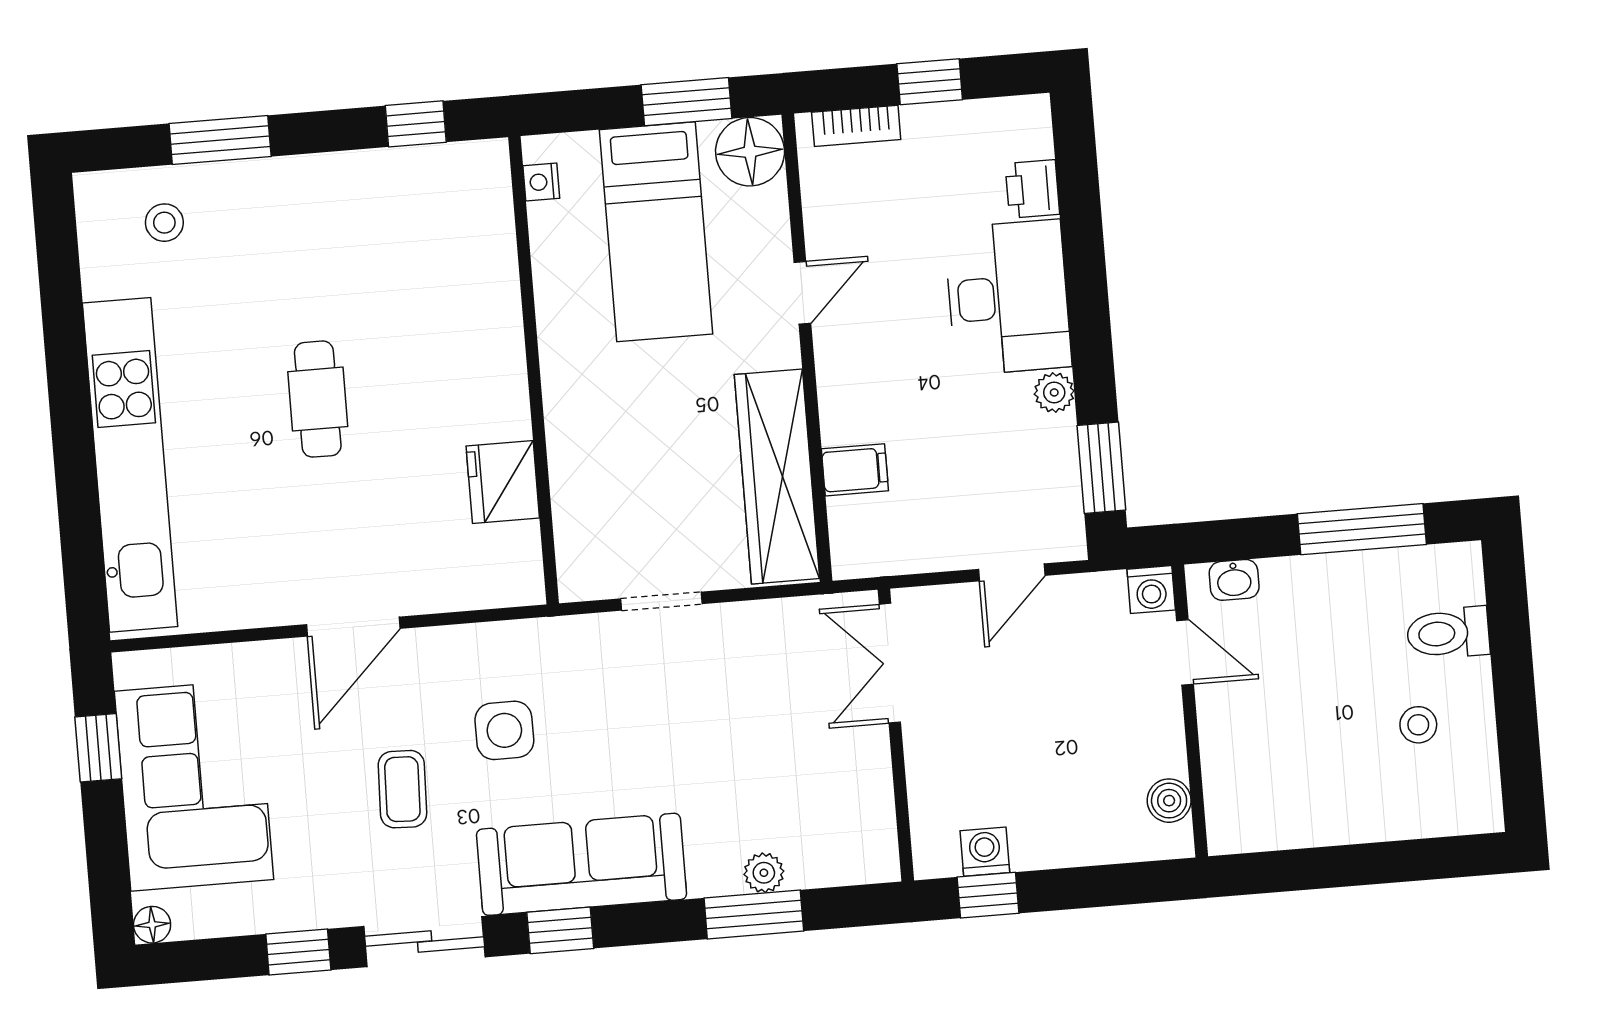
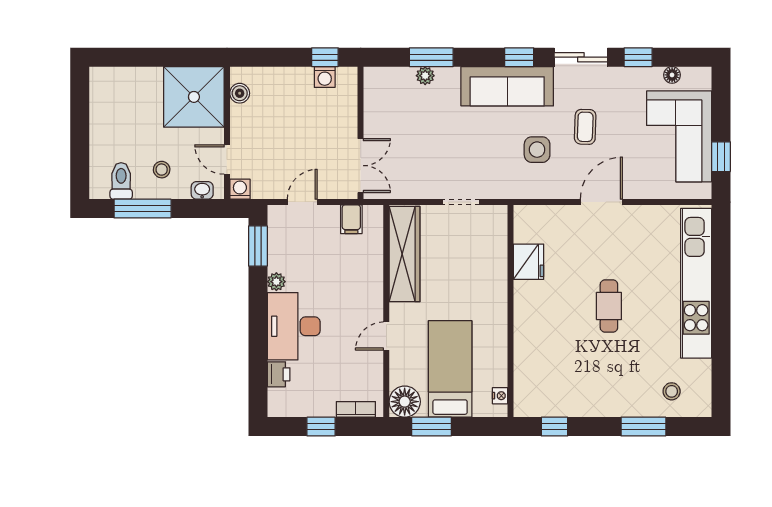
filing cabinet: (855, 470) -> (351, 219), moved, turned -90
toilet: (1448, 633) -> (121, 181), moved, turned -90
stool: (1418, 725) -> (162, 170), moved
shower: (1269, 784) -> (194, 97), added
floor lamp: (152, 925) -> (672, 75), moved

